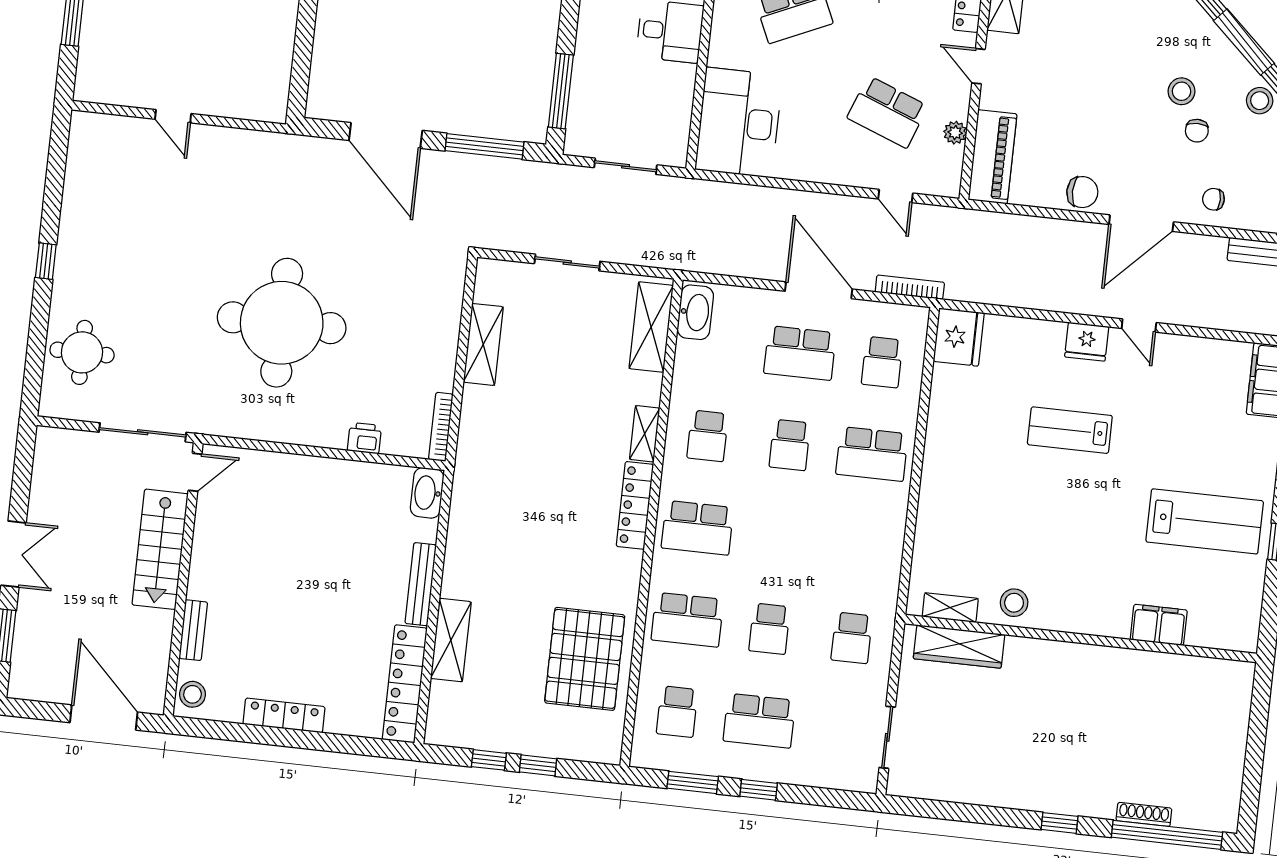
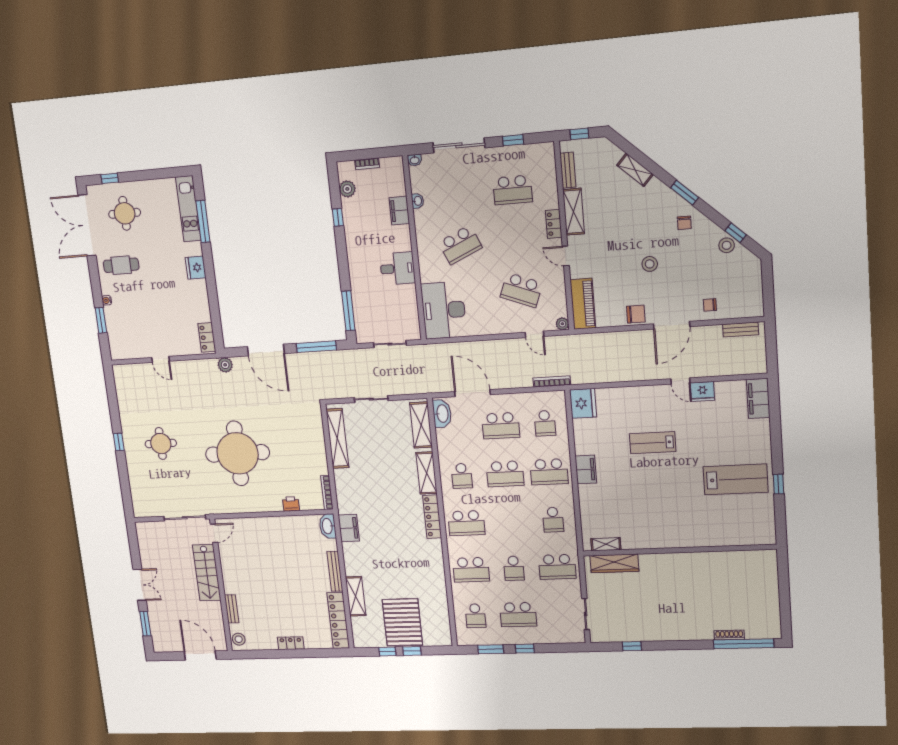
locker: (276, 91) -> (207, 337), added
stool: (1182, 91) -> (650, 264), moved
chair: (1197, 131) -> (684, 223), moved
plant: (955, 133) -> (562, 324), moved
plant: (299, 149) -> (225, 365), added
door: (819, 290) -> (472, 393), moved
fridge: (1087, 342) -> (703, 392), moved
shelving: (483, 344) -> (337, 438), width x1.47
round table: (82, 352) -> (161, 444), moved
shelving: (645, 434) -> (427, 473), width x1.50, depth x1.33
school desk: (790, 445) -> (505, 474), width x1.85
filing cabinet: (468, 503) -> (349, 528), added
school desk: (862, 546) -> (553, 520), added
stool: (1014, 603) -> (639, 537), removed
filing cabinet: (1159, 625) -> (586, 469), moved, turned 90
school desk: (852, 638) -> (557, 567), width x1.85
pallet: (585, 659) -> (402, 622), moved
locker: (284, 715) -> (291, 643), width x0.66
window: (1059, 823) -> (632, 646), moved

